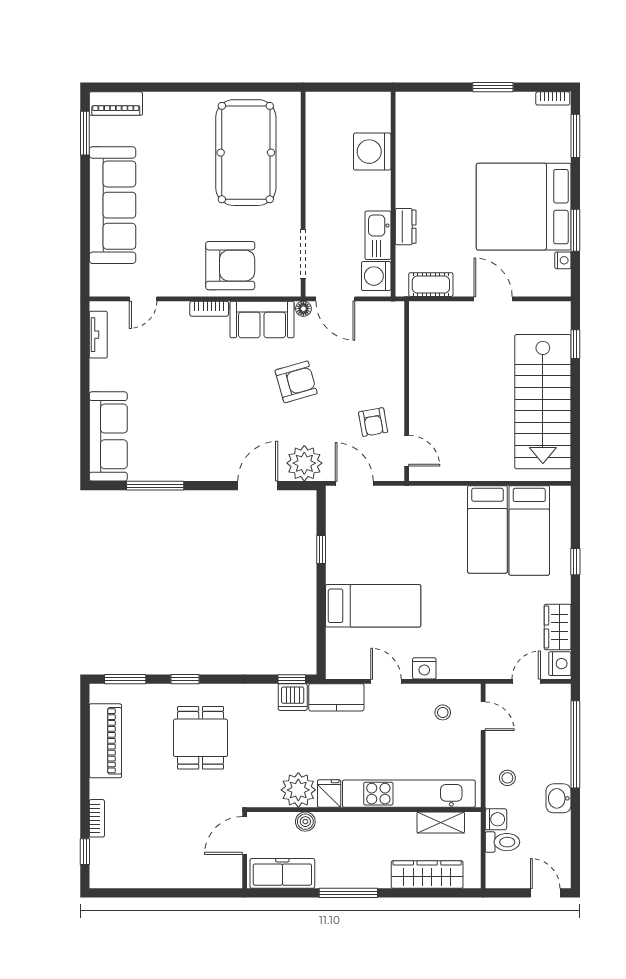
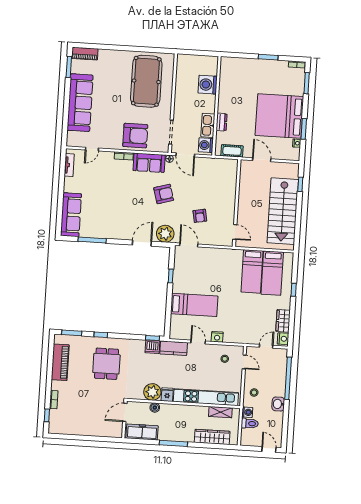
wall: (407, 391) -> (237, 203), moved
door: (407, 451) -> (235, 232), moved

